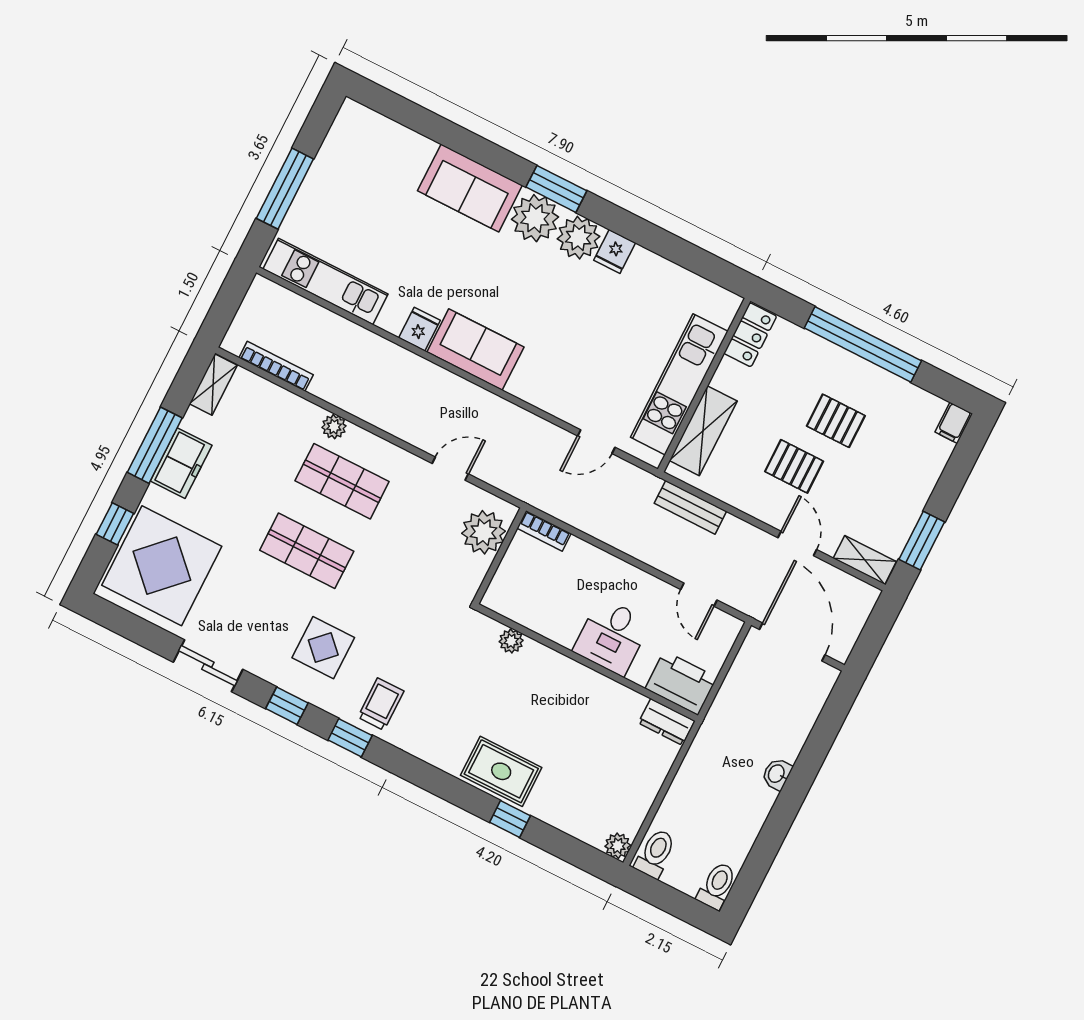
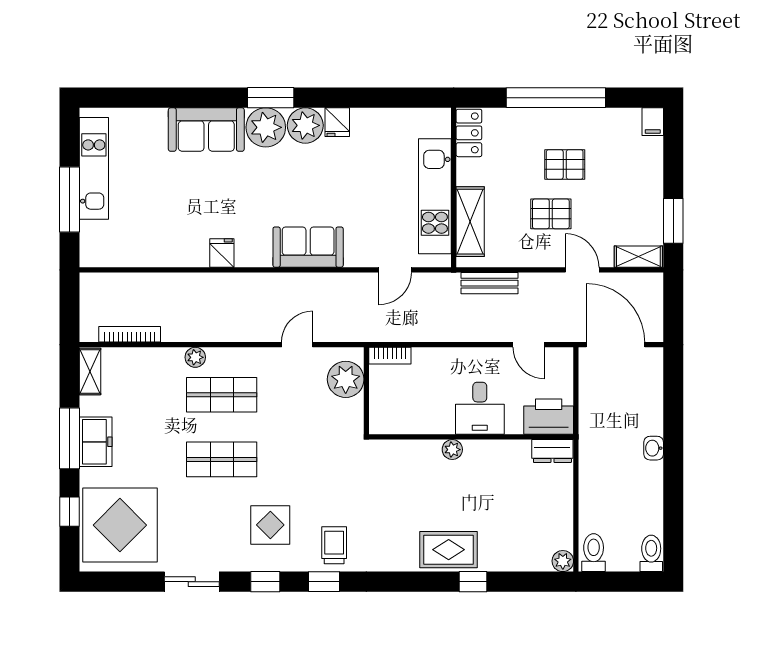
kitchen unit: (326, 281) -> (94, 168), moved, turned 90
sofa: (475, 350) -> (308, 247), moved
plant: (511, 641) -> (452, 450), moved

